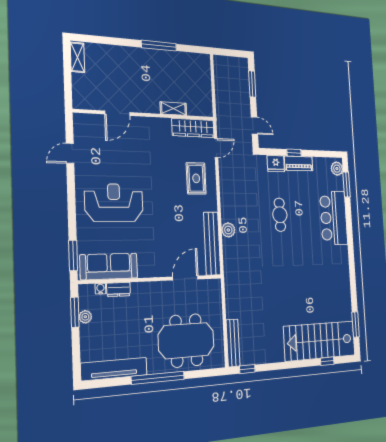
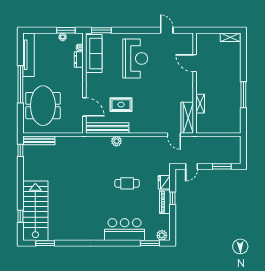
rug: (196, 178) -> (121, 105), moved

